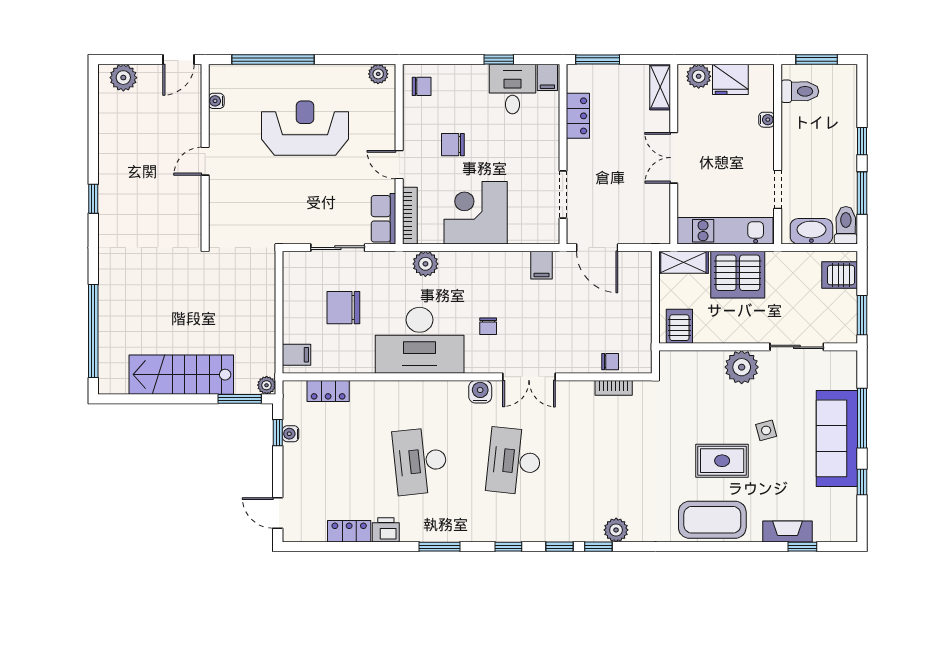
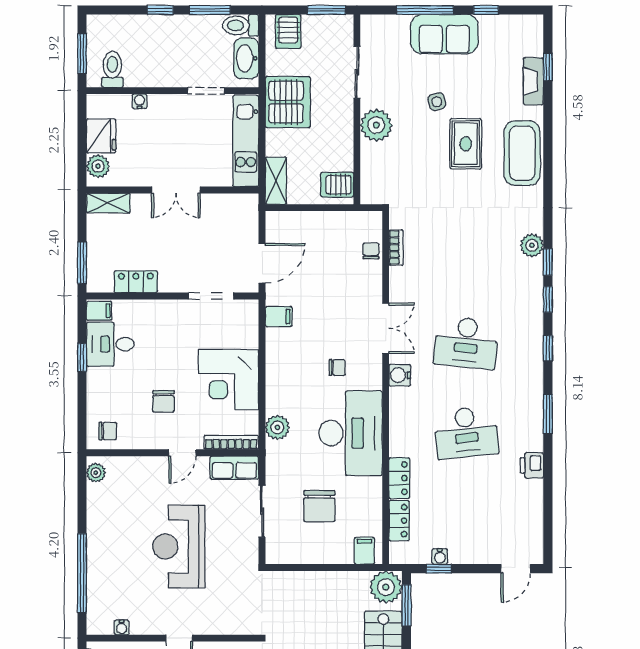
chair: (422, 86) -> (108, 431), turned 90
reception desk: (305, 128) -> (179, 546), moved
server rack: (738, 275) -> (288, 102), moved
plant: (267, 385) -> (386, 587), width x1.88, depth x1.88
sofa: (837, 438) -> (444, 34), width x0.73
locker: (349, 531) -> (399, 478), moved, turned 180

